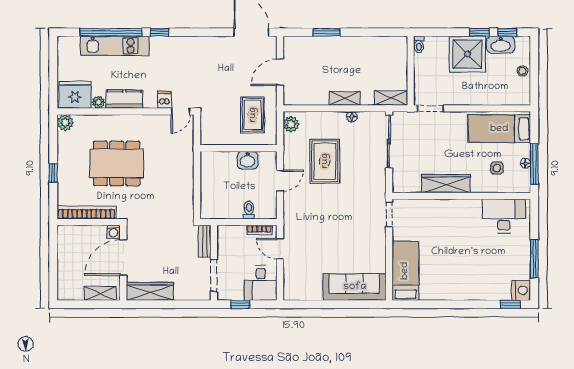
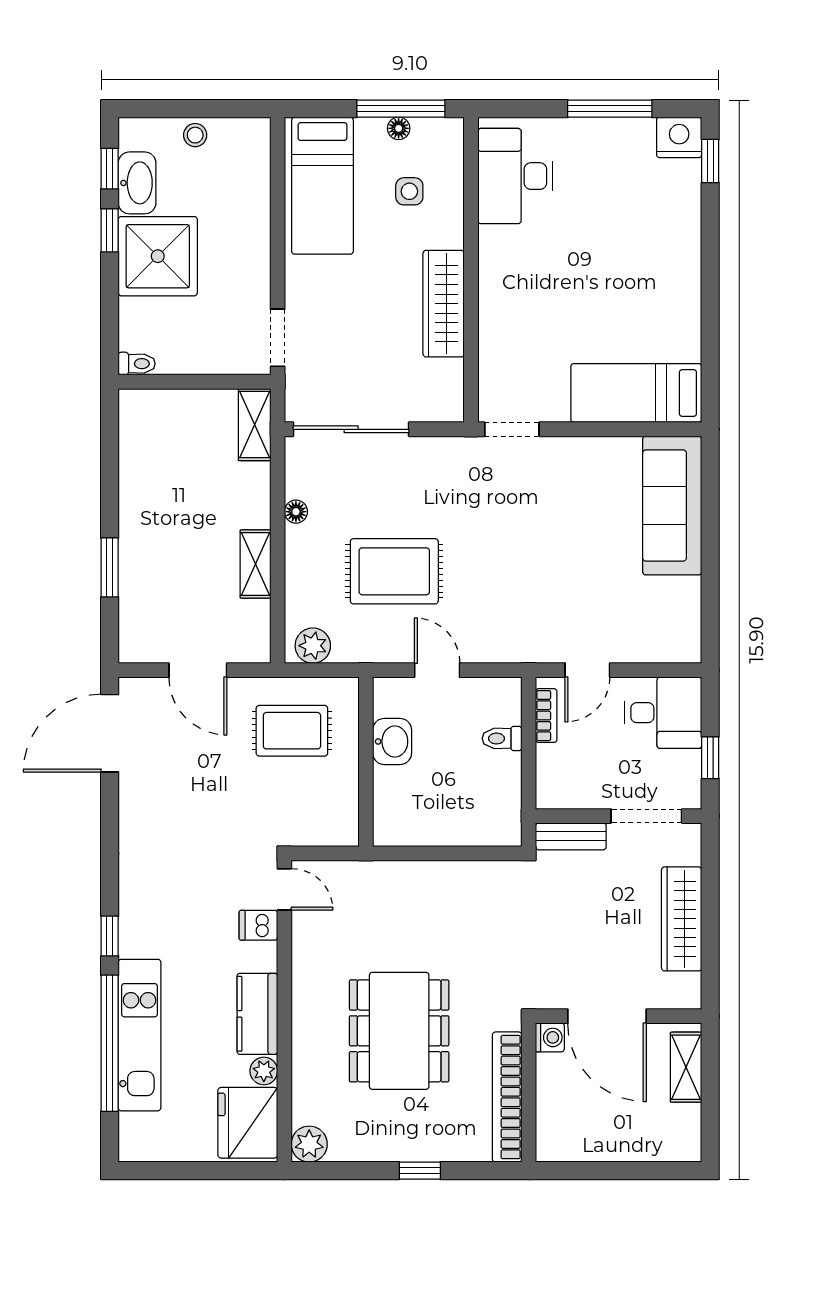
shelving: (345, 98) -> (256, 564), moved
wardrobe: (150, 291) -> (682, 919), moved

